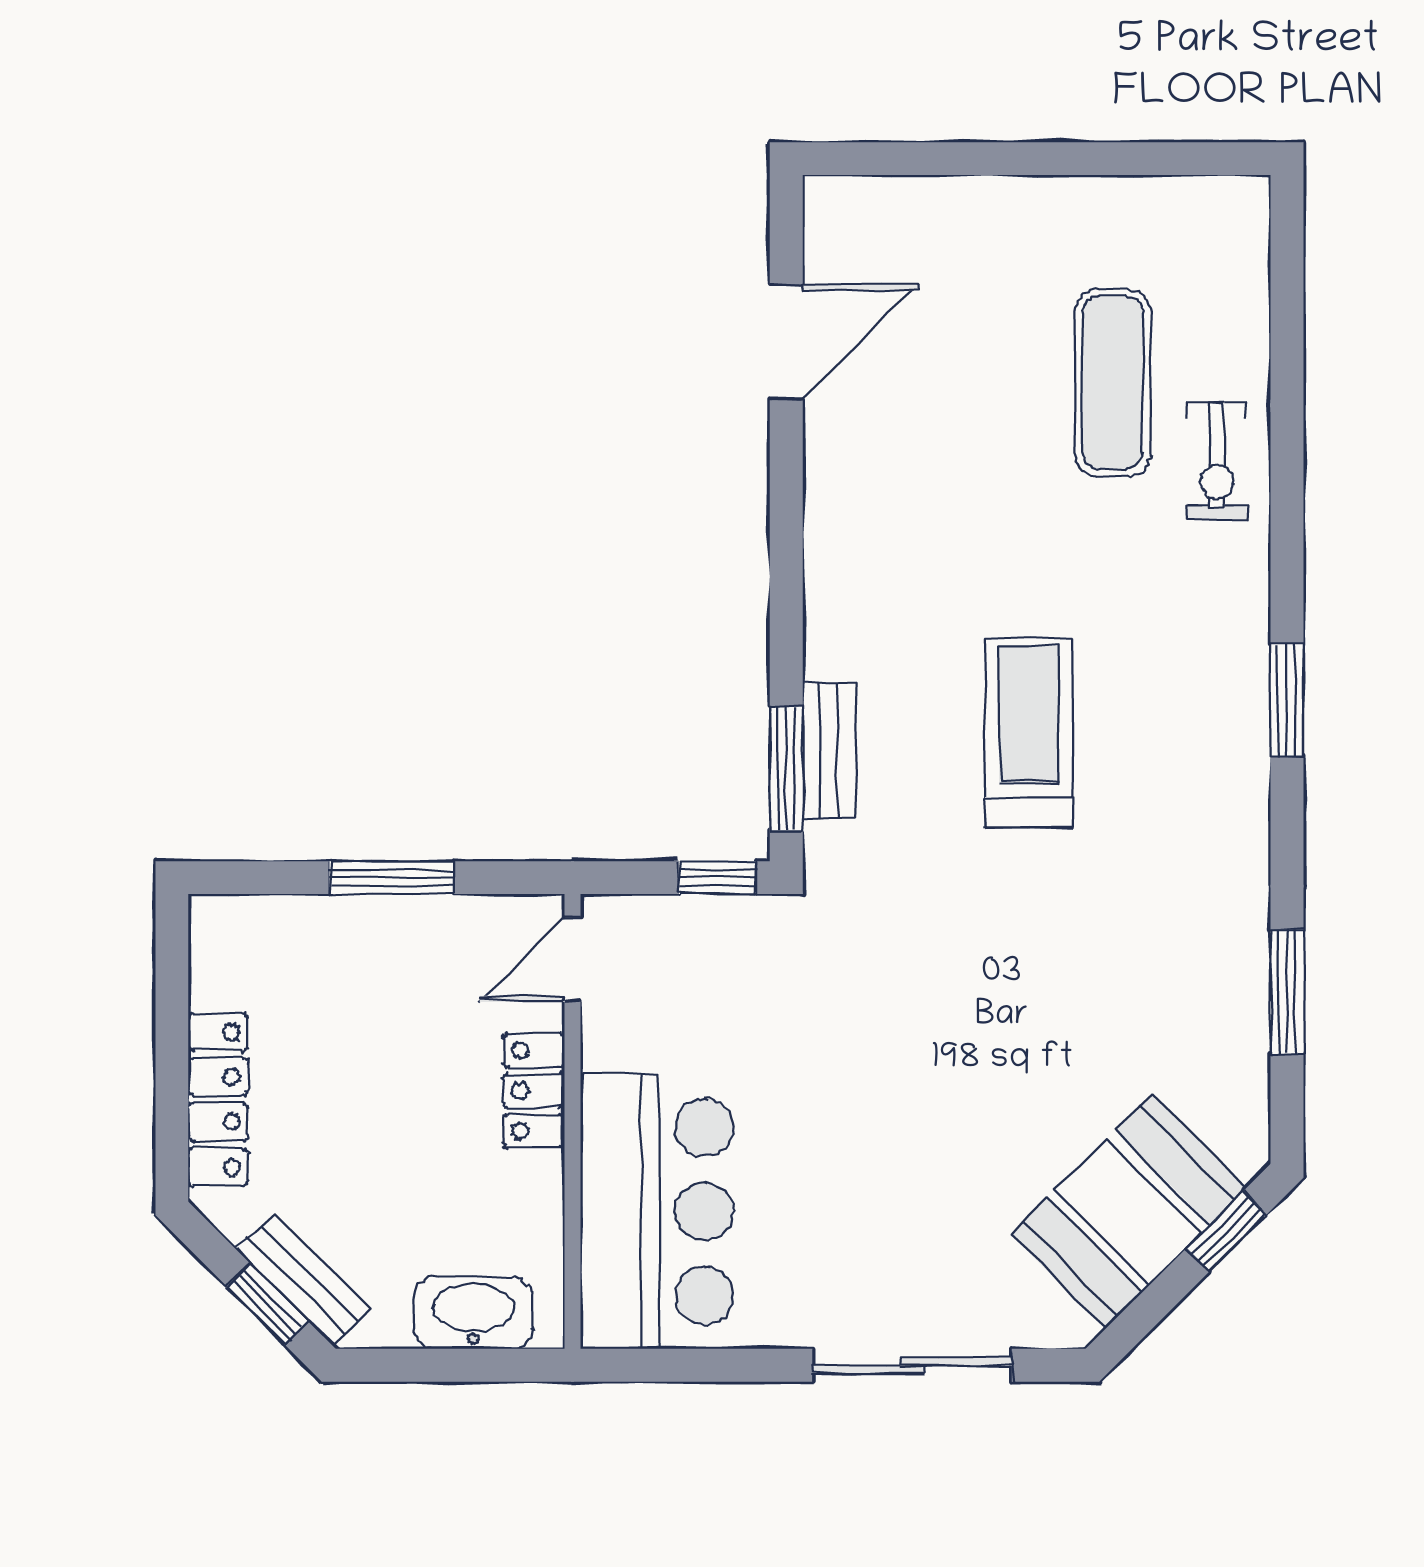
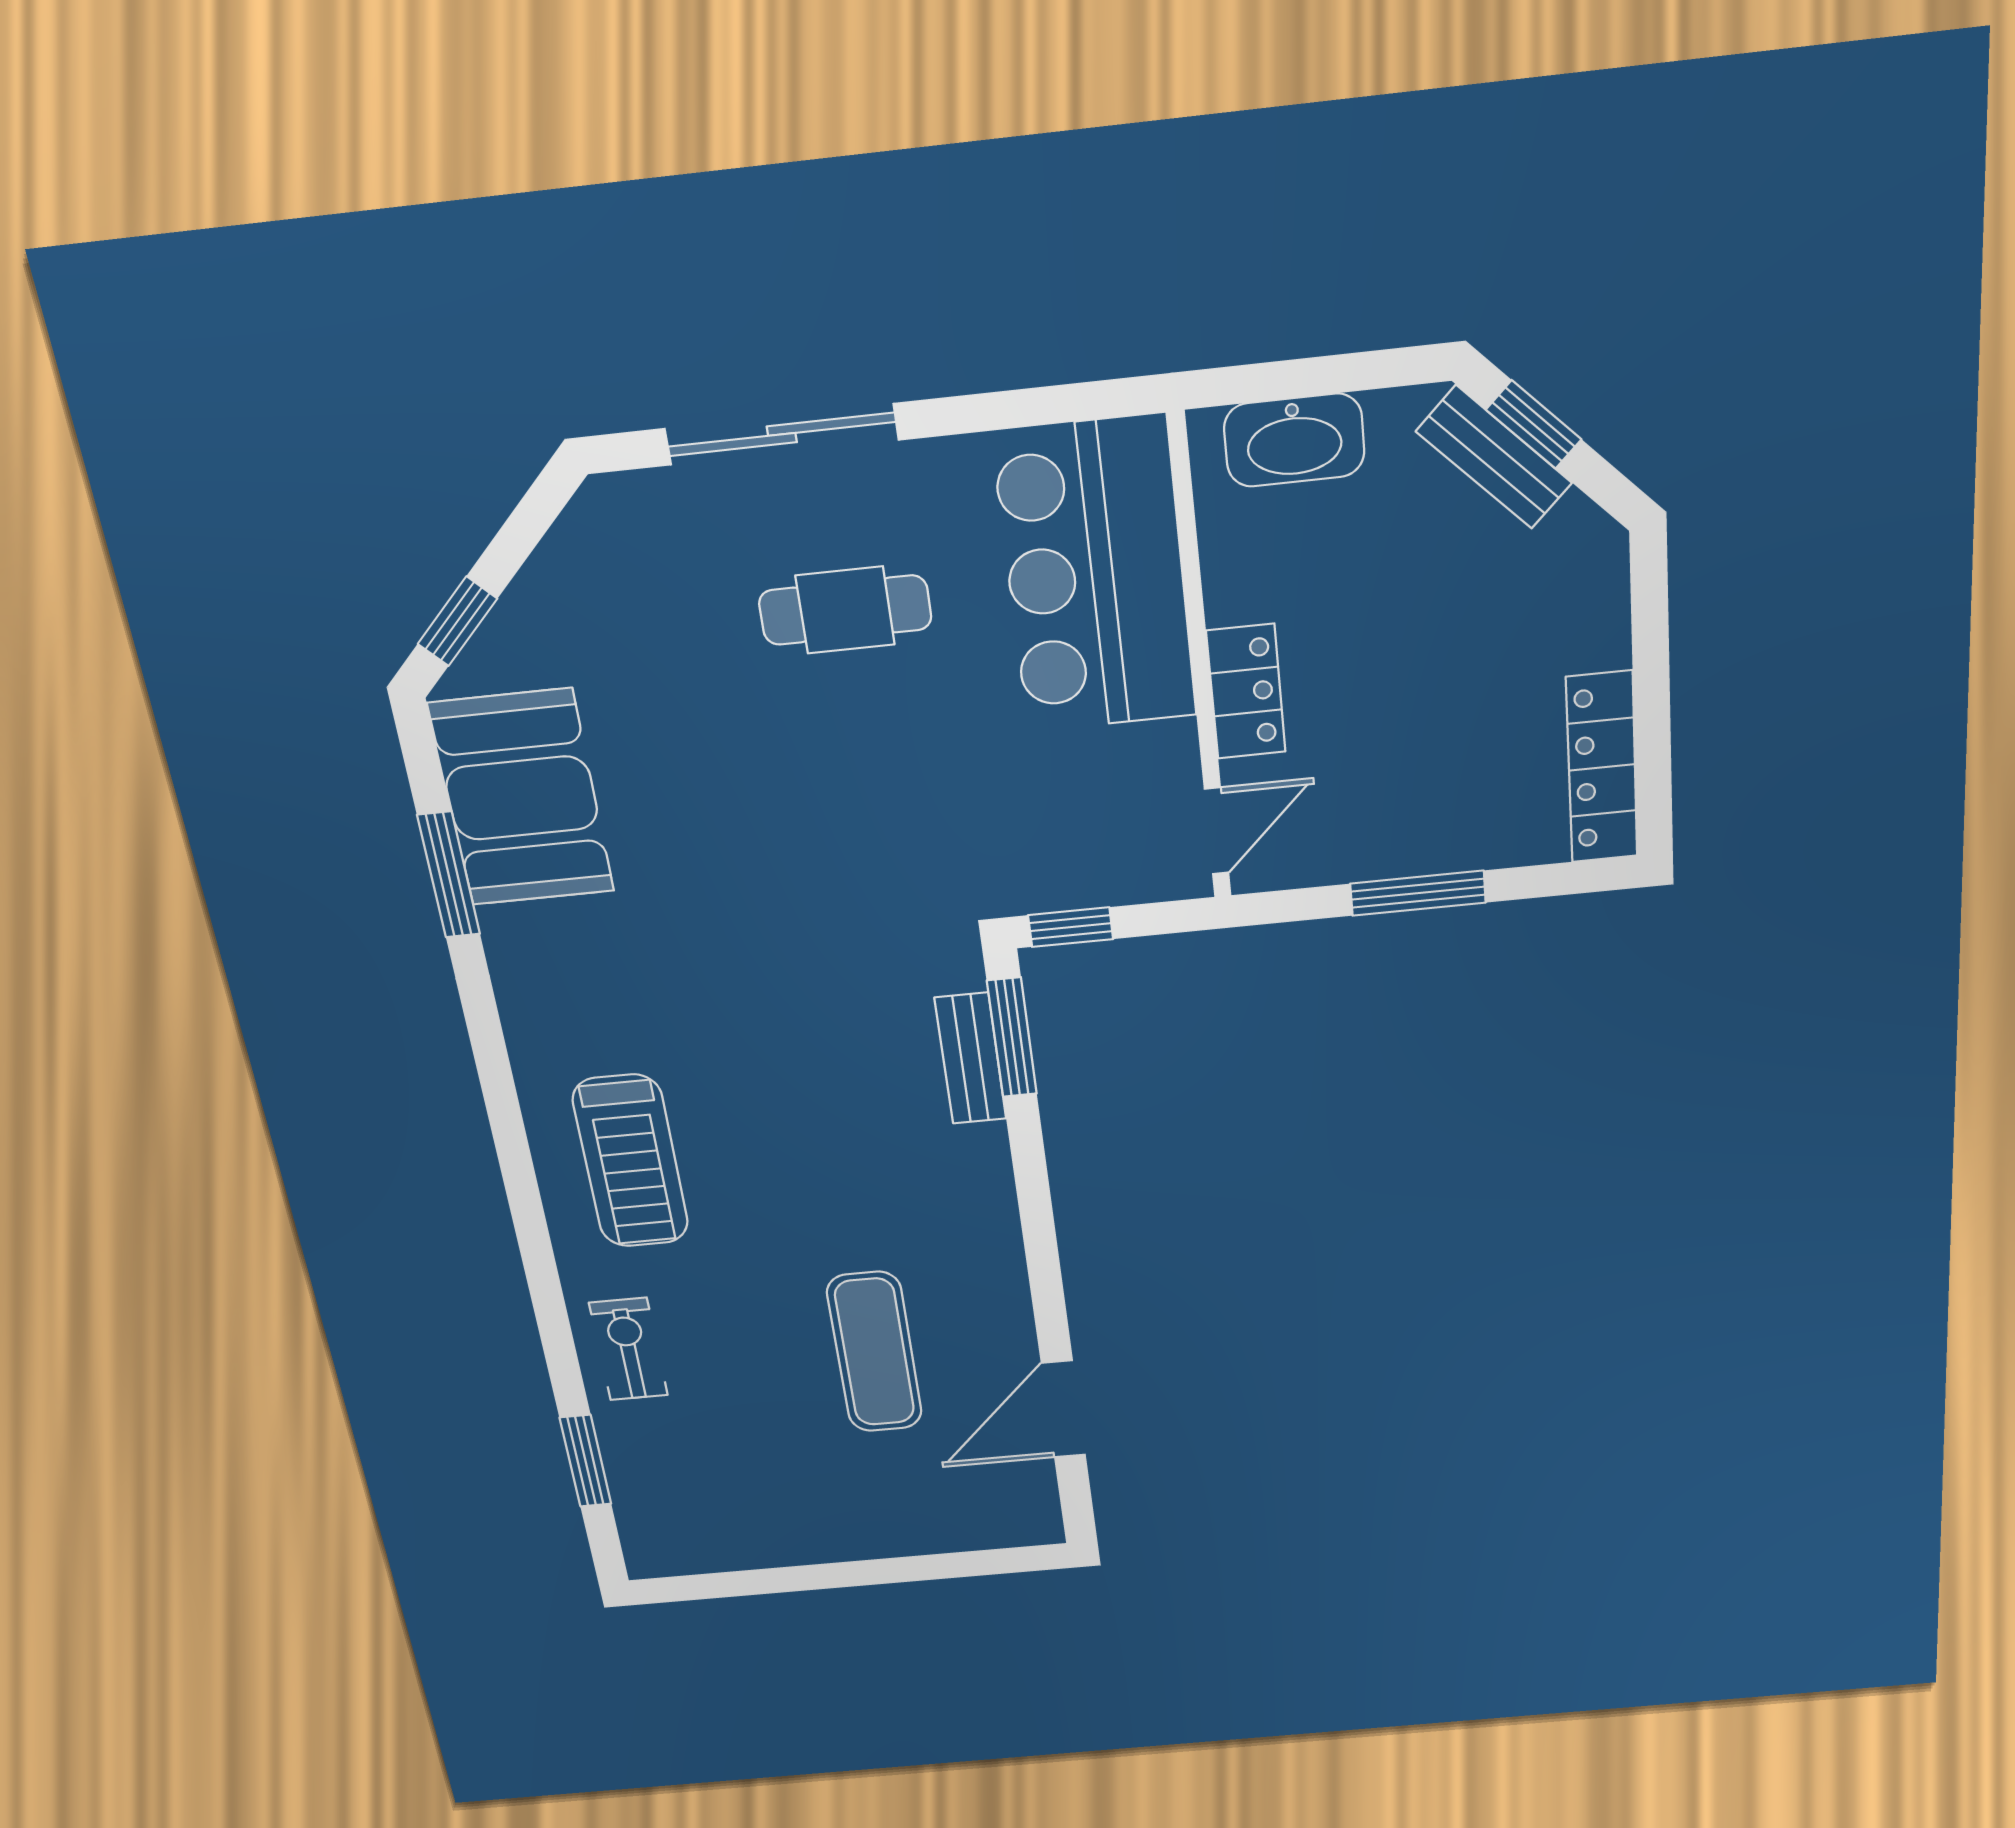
exercise mat: (1113, 383) -> (875, 1352), moved
window: (1287, 700) -> (585, 1461), moved
treadmill: (1029, 733) -> (631, 1161), moved
locker: (218, 1100) -> (1602, 767), moved
cafe table: (881, 1204) -> (845, 610), added
booth: (1129, 1211) -> (522, 798), moved, turned -45

